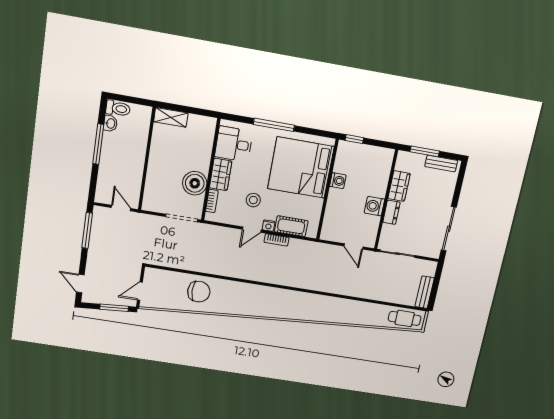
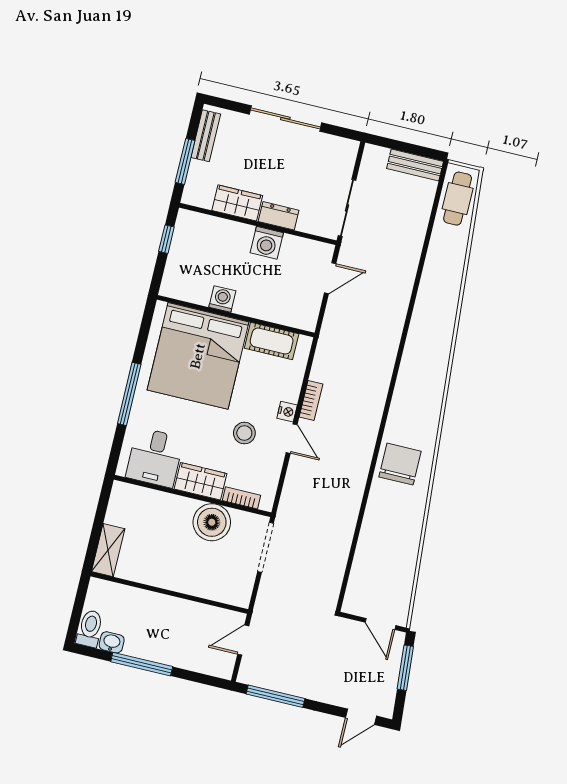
window: (354, 139) -> (166, 239), moved
cot: (291, 226) -> (272, 341), moved, turned 90
sliding door: (449, 229) -> (285, 118), moved
chair: (199, 292) -> (400, 464), moved

